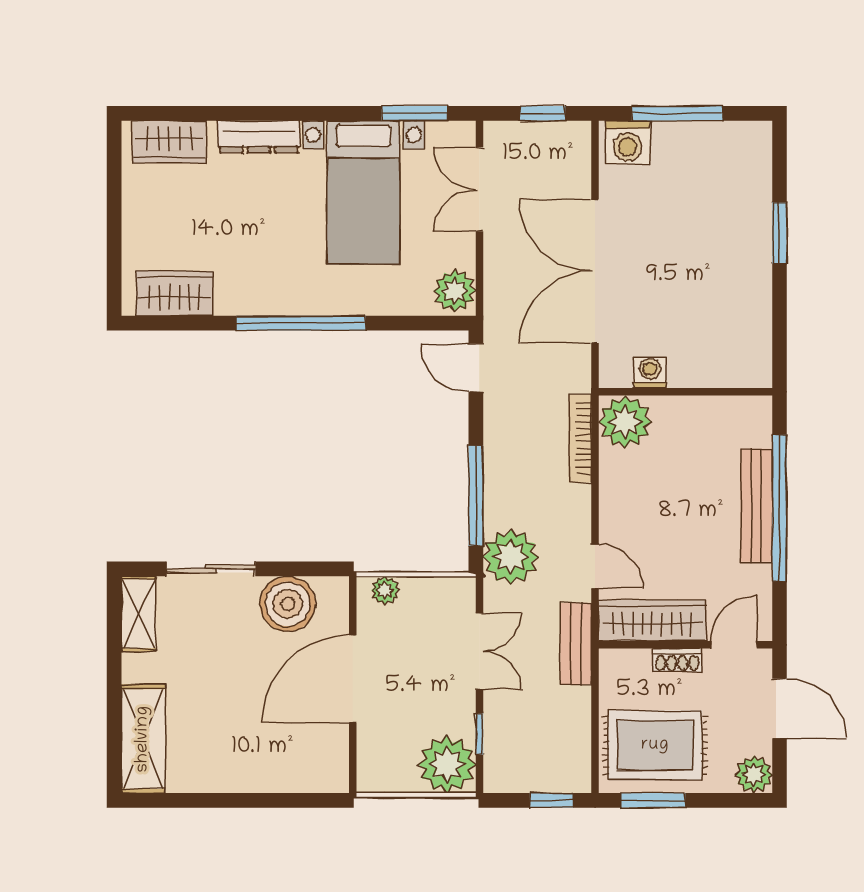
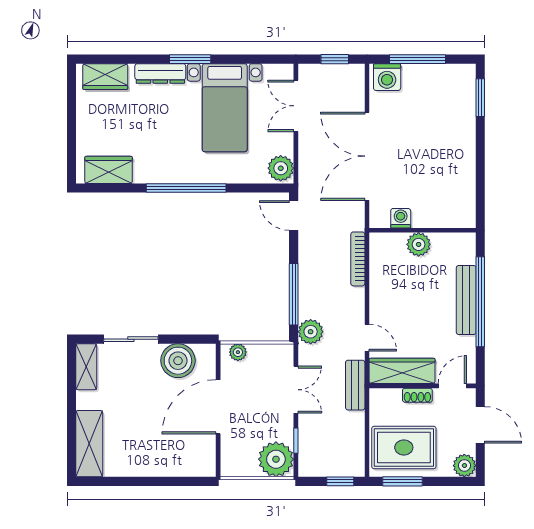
window: (415, 113) -> (190, 59), moved
window: (780, 233) -> (480, 98), moved
plant: (625, 422) -> (419, 244), moved, width x0.73, depth x0.73
plant: (511, 557) -> (311, 332), width x0.73, depth x0.73

